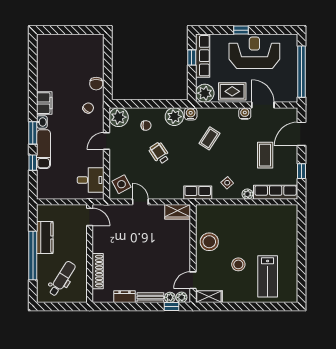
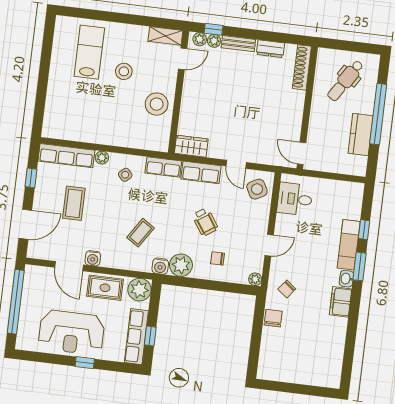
plant: (119, 117) -> (255, 279), width x0.53, depth x0.53
row of seats: (168, 192) -> (201, 172), added
shoe rack: (98, 271) -> (302, 67), moved

